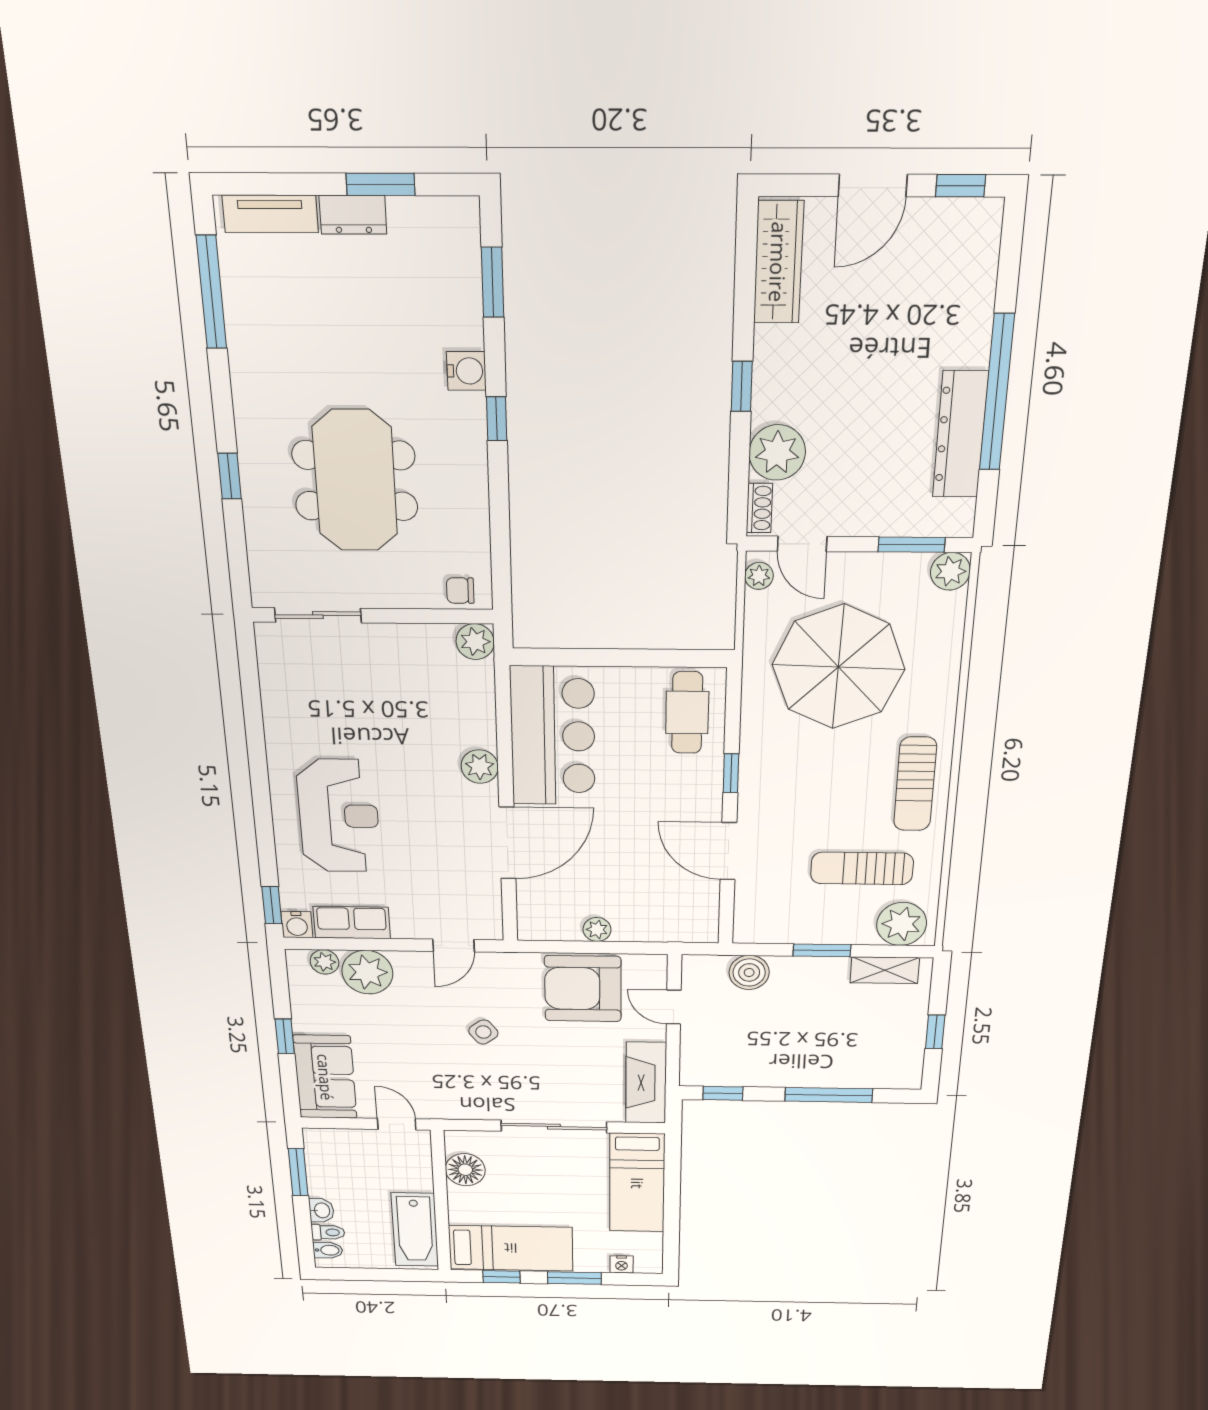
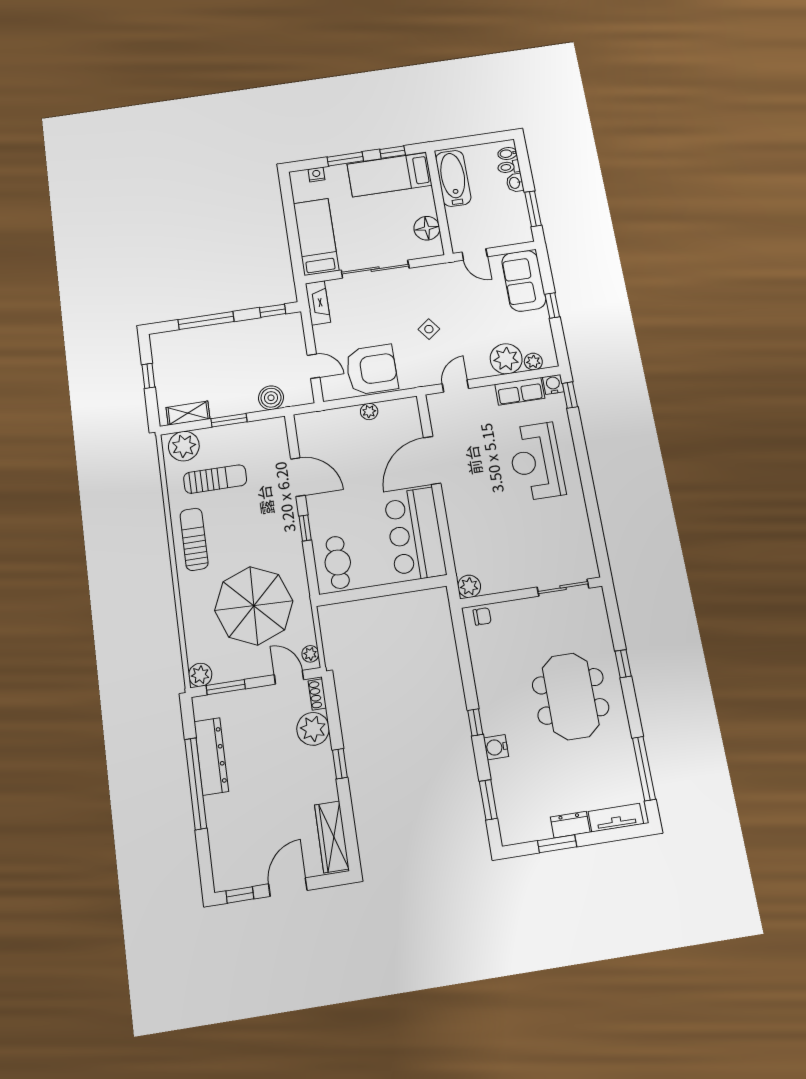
meeting table: (355, 481) -> (571, 696), moved
plant: (480, 767) -> (456, 508), removed
fireplace: (646, 1083) -> (318, 303), width x0.73, depth x0.76

